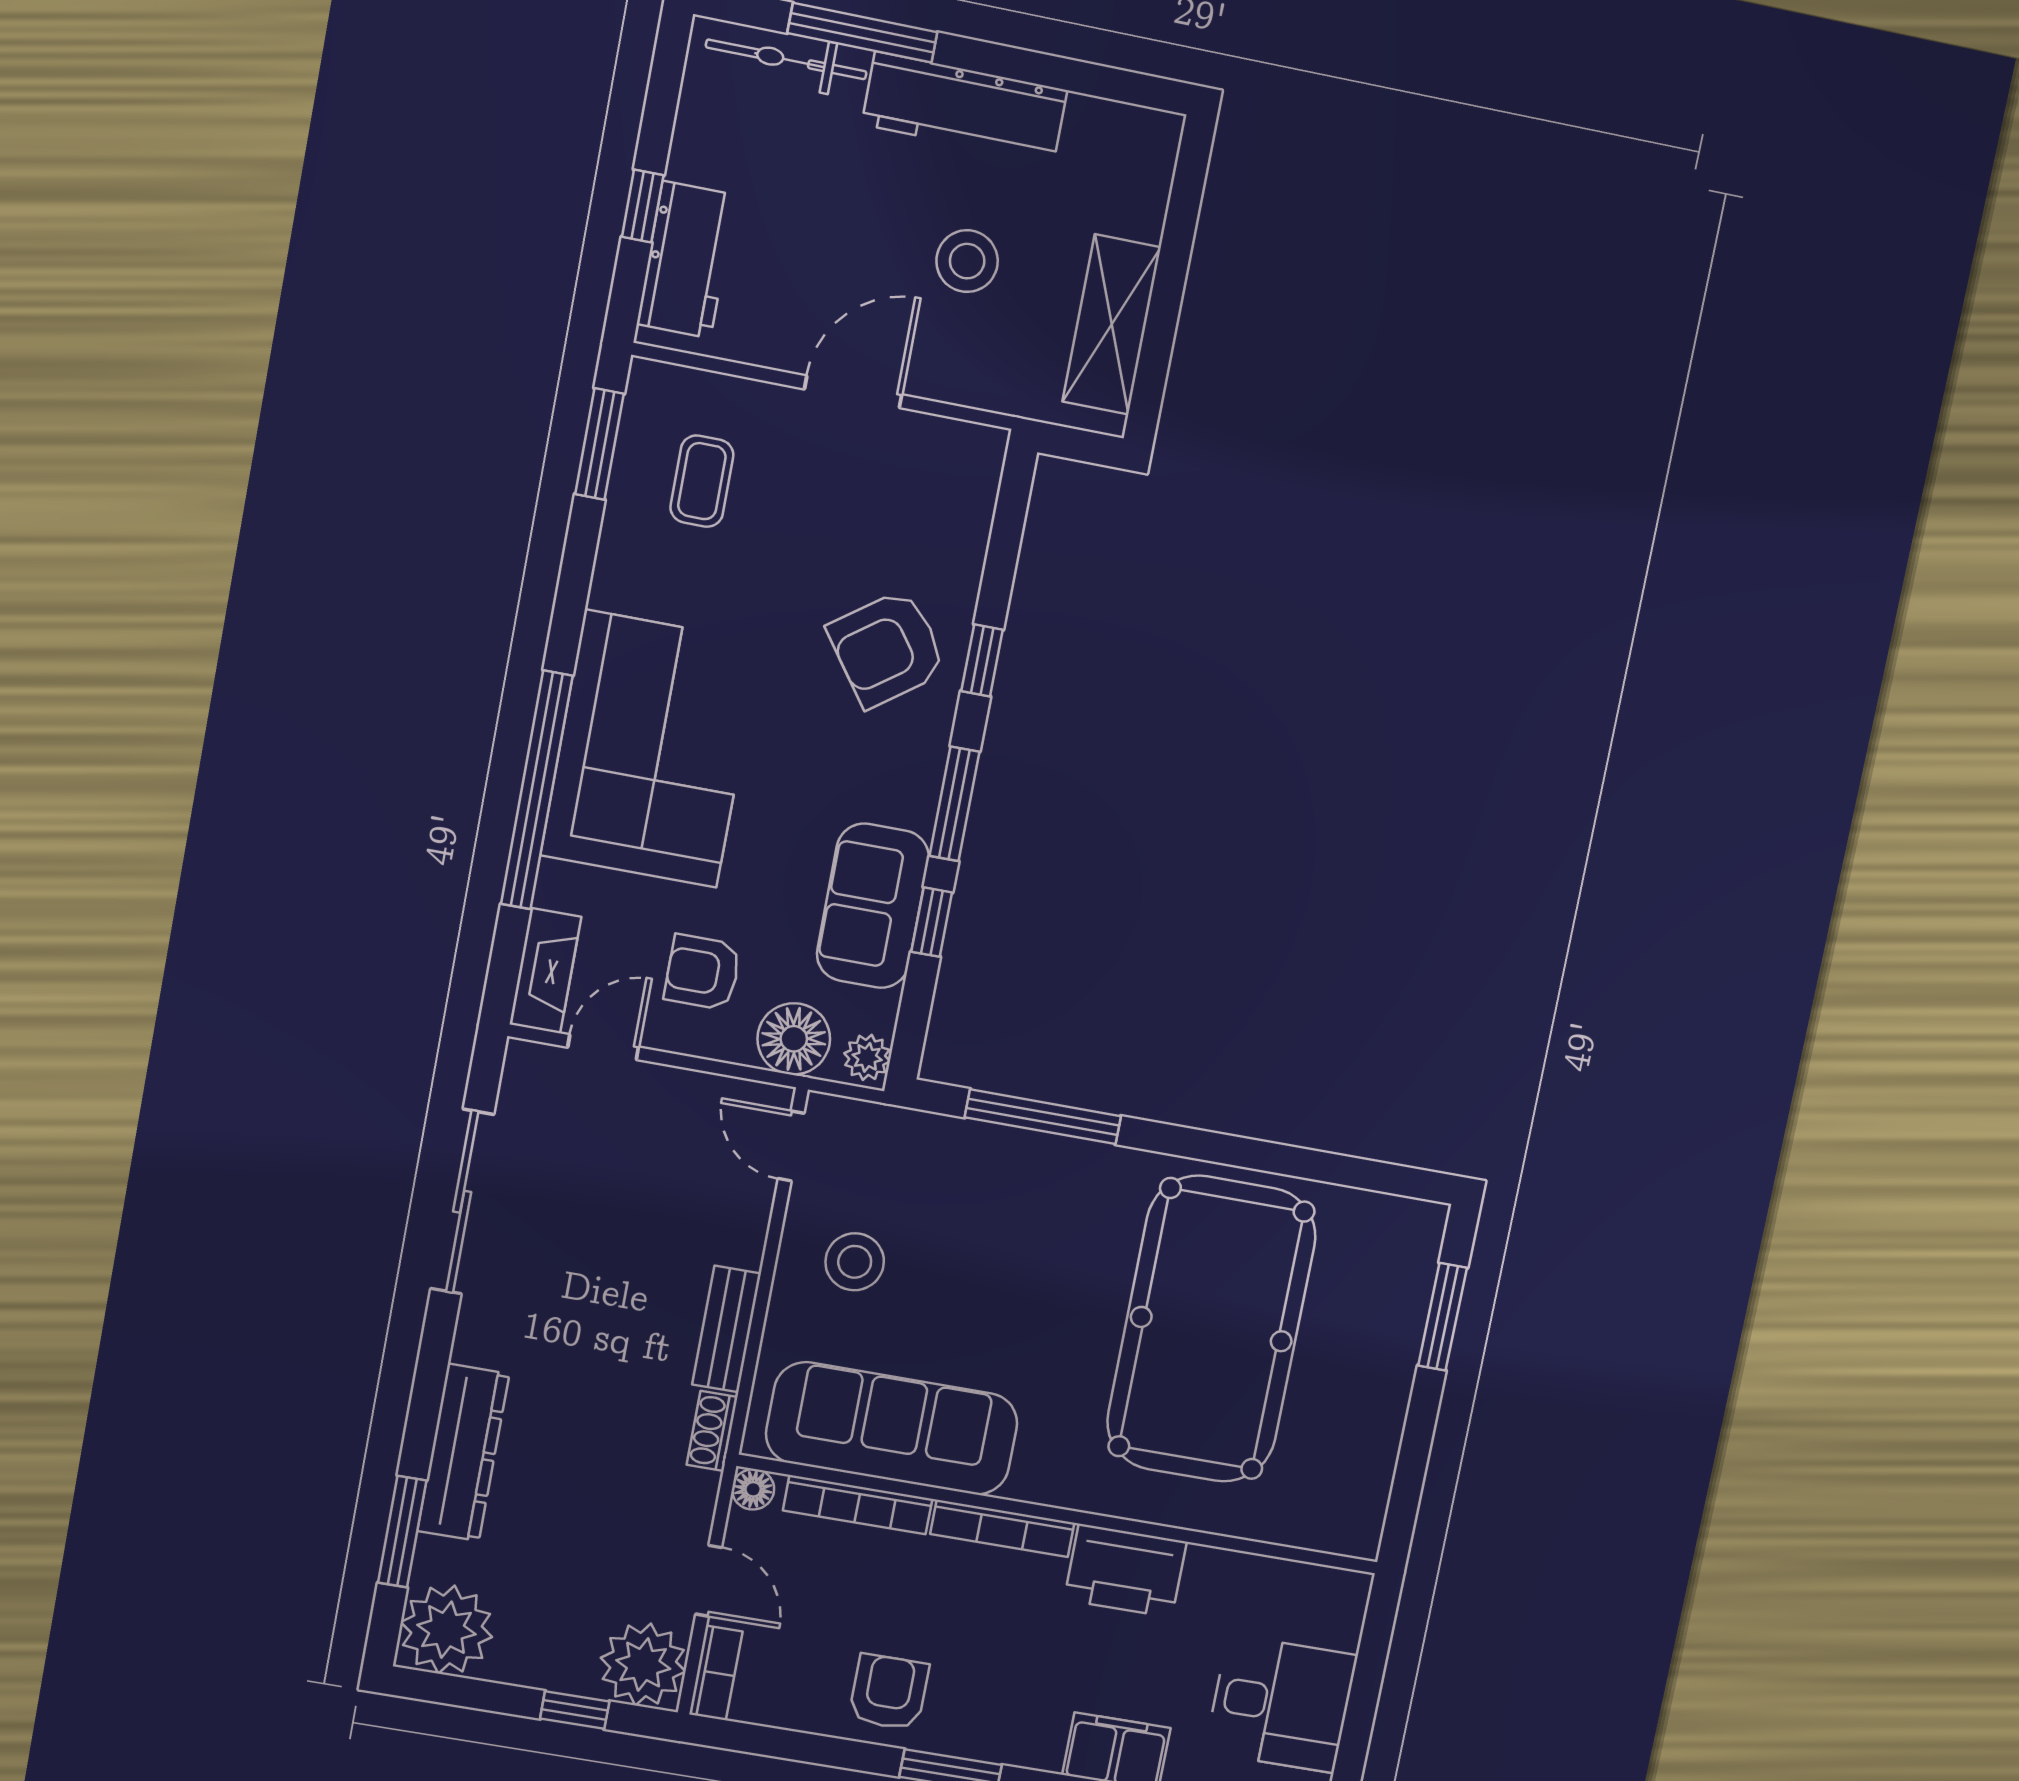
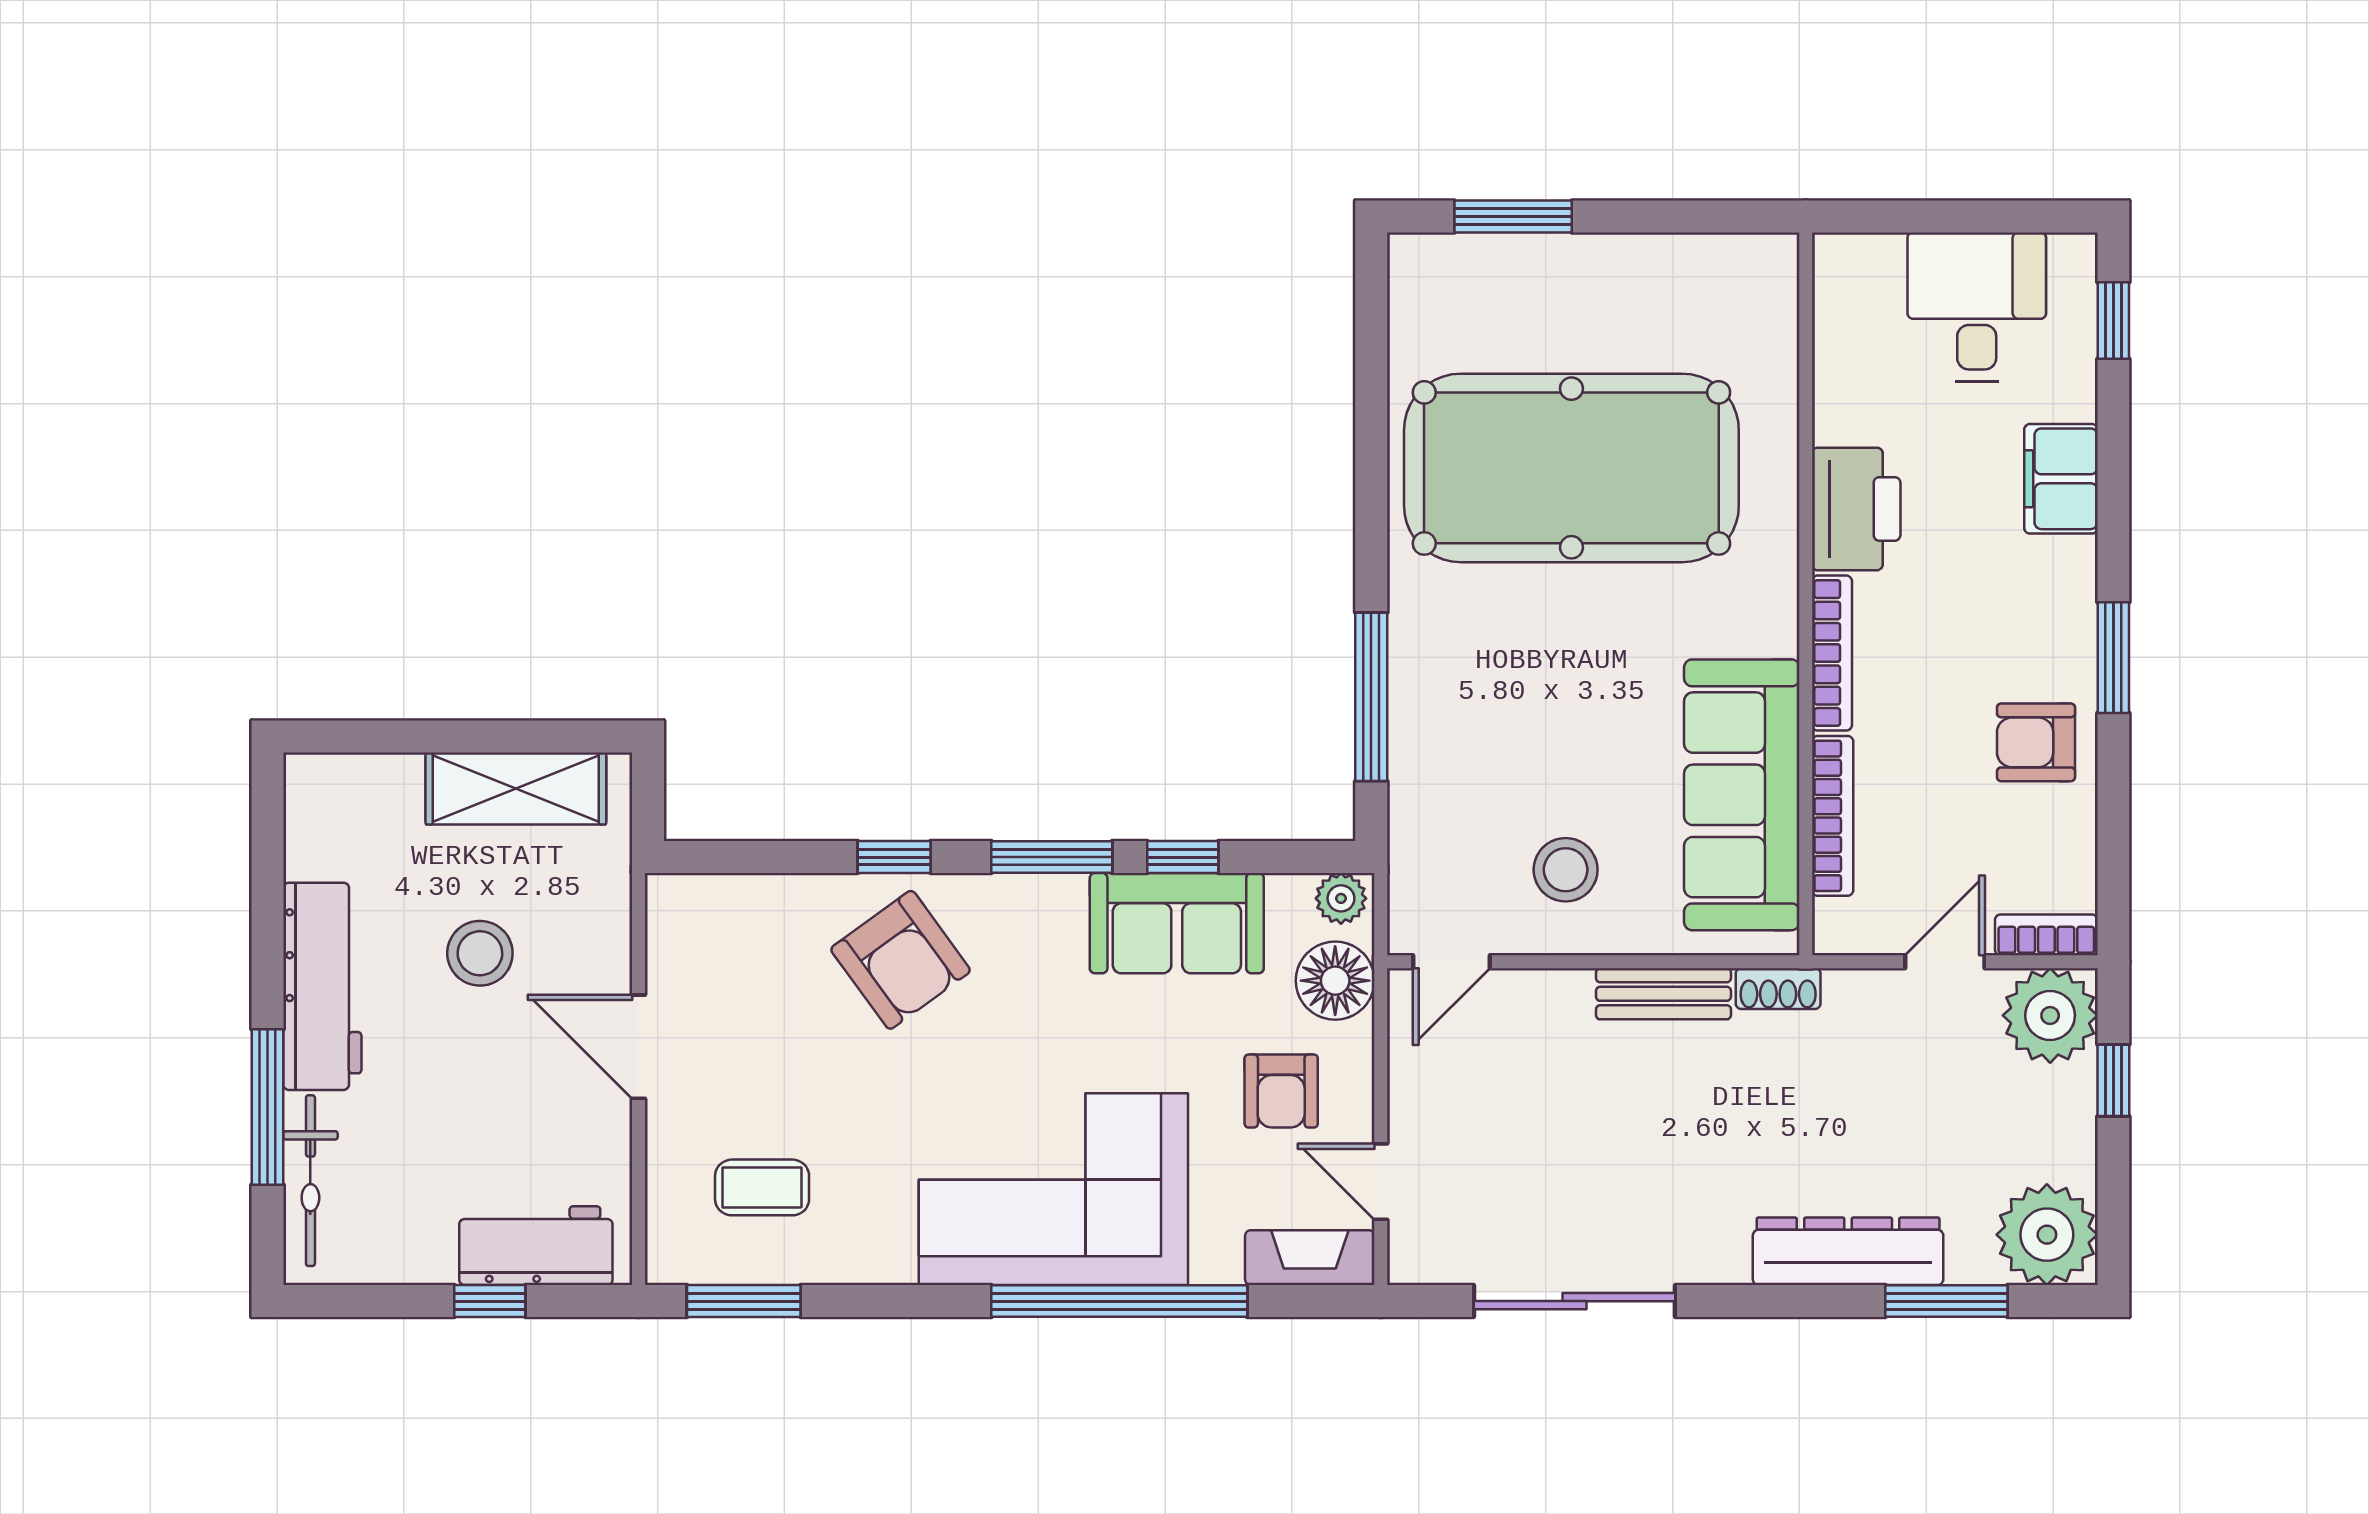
floor lamp: (753, 1489) -> (1835, 932), removed

